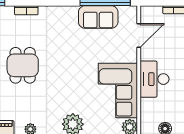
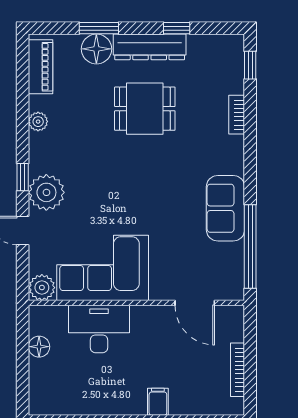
sofa: (98, 17) -> (225, 208), moved
desk: (155, 79) -> (99, 329), moved

